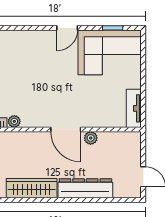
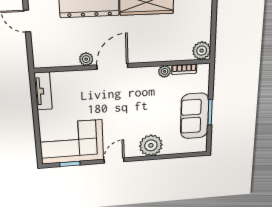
plant: (28, 42) -> (151, 145), added
door: (66, 129) -> (112, 66), hinge flipped

